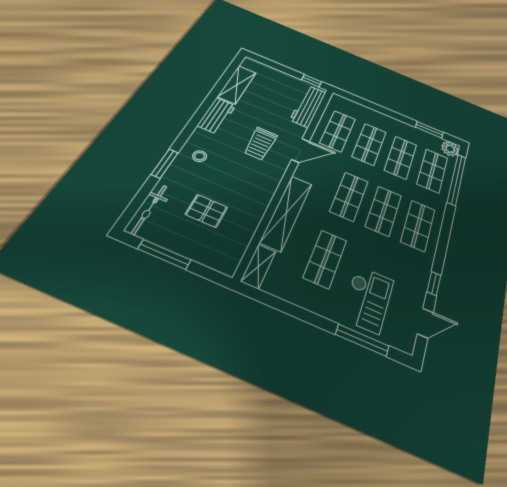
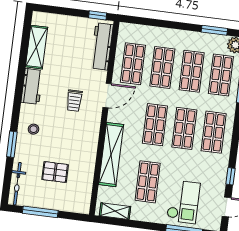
trolley: (261, 144) -> (74, 101), width x0.73, depth x0.72
shelving: (258, 266) -> (115, 211), moved, turned 90

